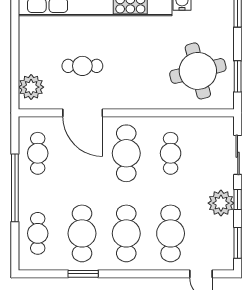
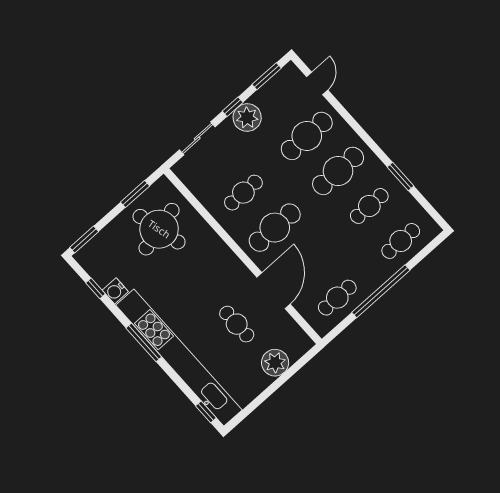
plant: (31, 87) -> (275, 363), moved
cafe table: (82, 233) -> (369, 206), width x0.73, depth x0.74

